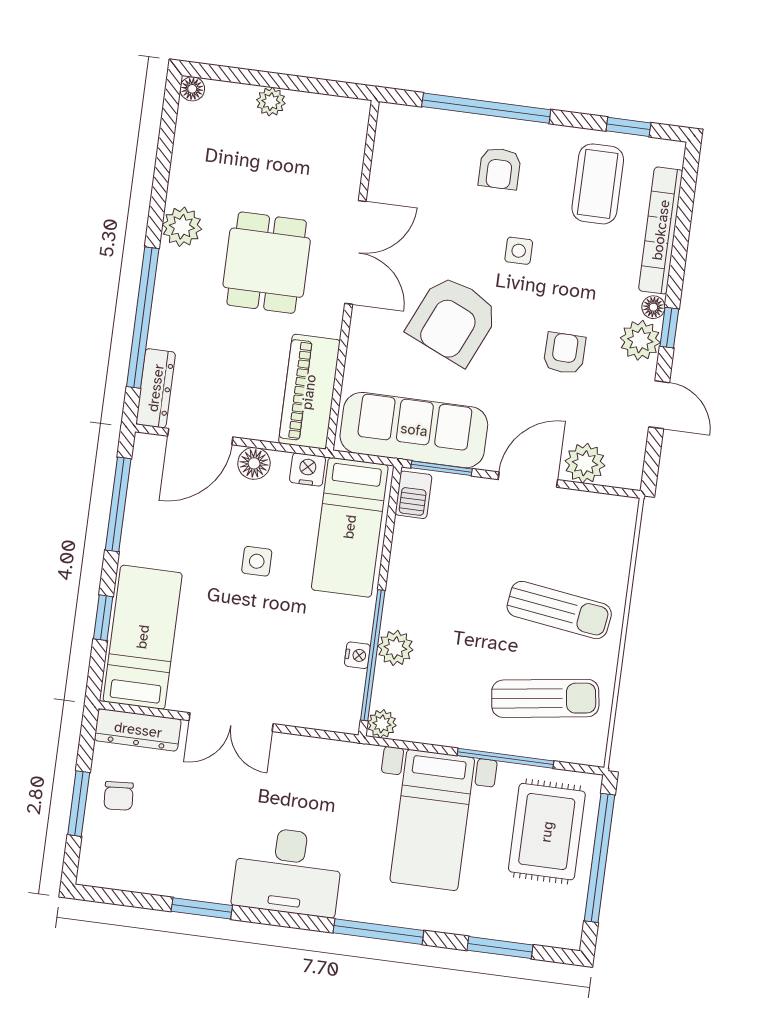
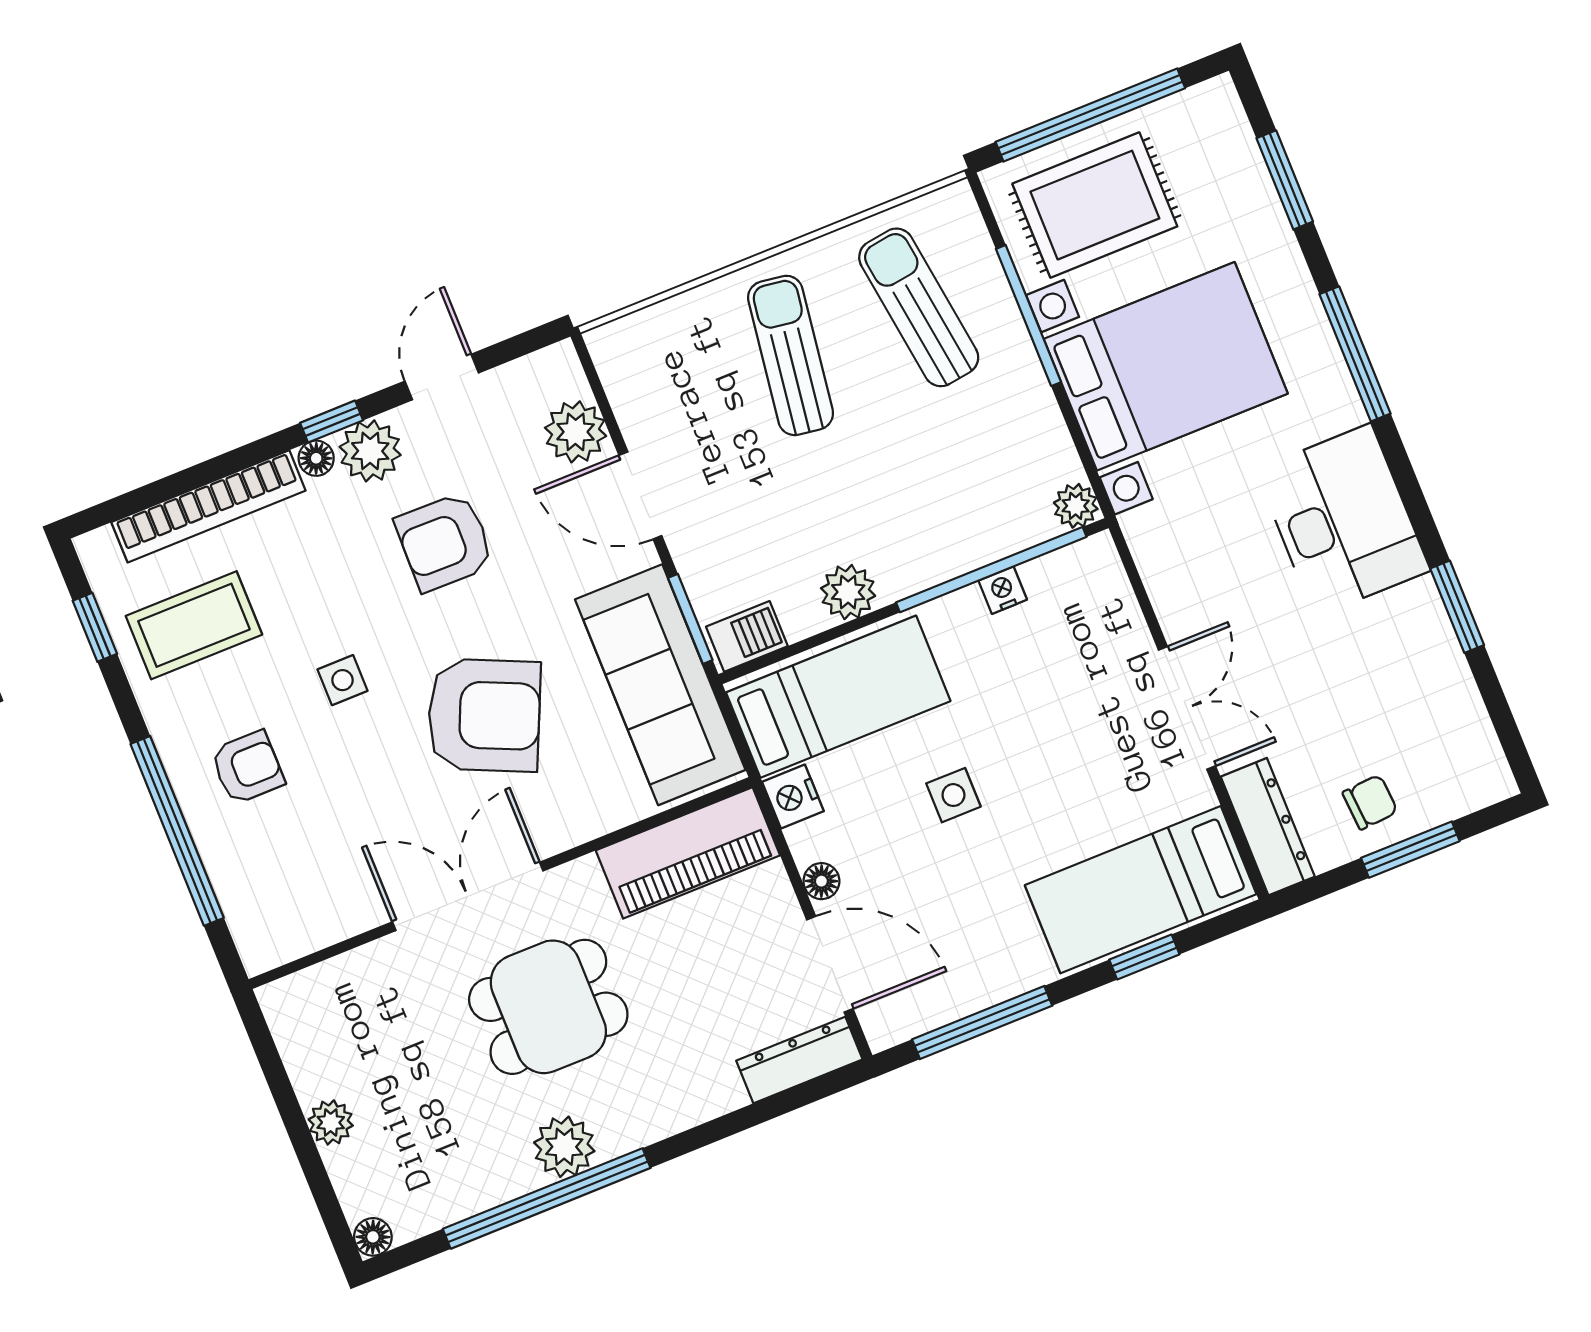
window: (143, 318) -> (547, 1198), moved
armchair: (564, 353) -> (445, 542), width x1.38, depth x1.38
floor lamp: (254, 463) -> (821, 881), width x0.73, depth x0.73
plant: (395, 648) -> (848, 592), moved
bed with nightstands: (432, 820) -> (1166, 366), width x1.36

